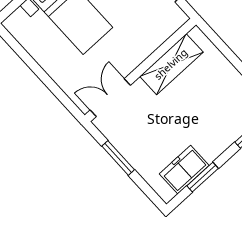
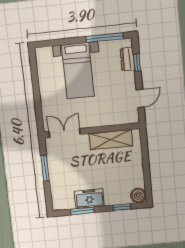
freezer: (184, 170) -> (89, 199), moved

